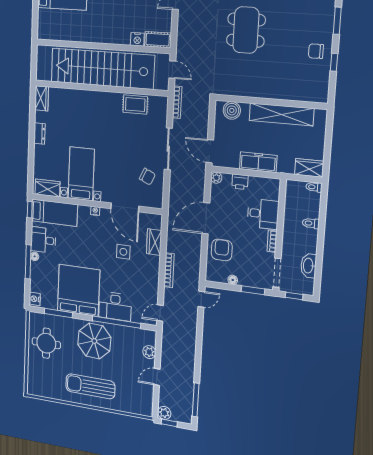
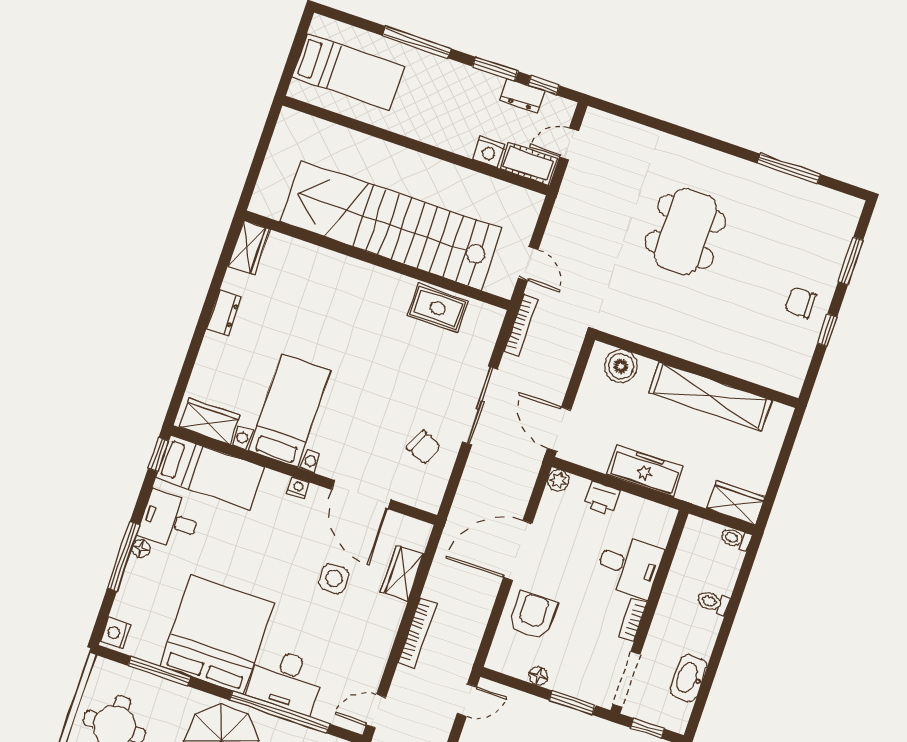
nightstand: (137, 39) -> (489, 152), moved
cot: (158, 40) -> (529, 164), moved
wall: (102, 46) -> (416, 145), moved

